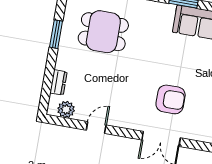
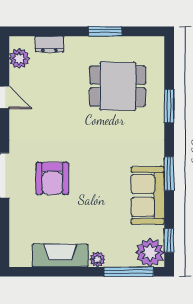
dining table: (103, 32) -> (118, 86), turned 90

